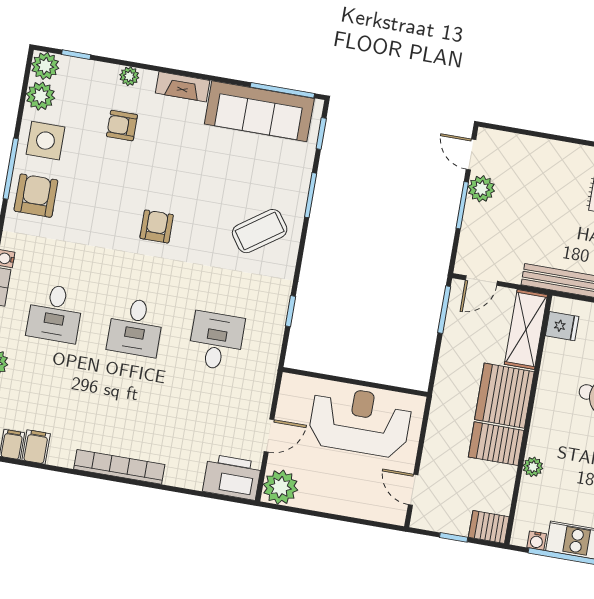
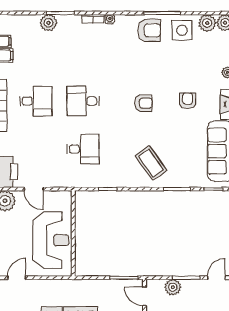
armchair: (122, 126) -> (188, 101), moved
plant: (481, 189) -> (173, 287), moved
desk: (55, 313) -> (36, 101), moved, turned 180

